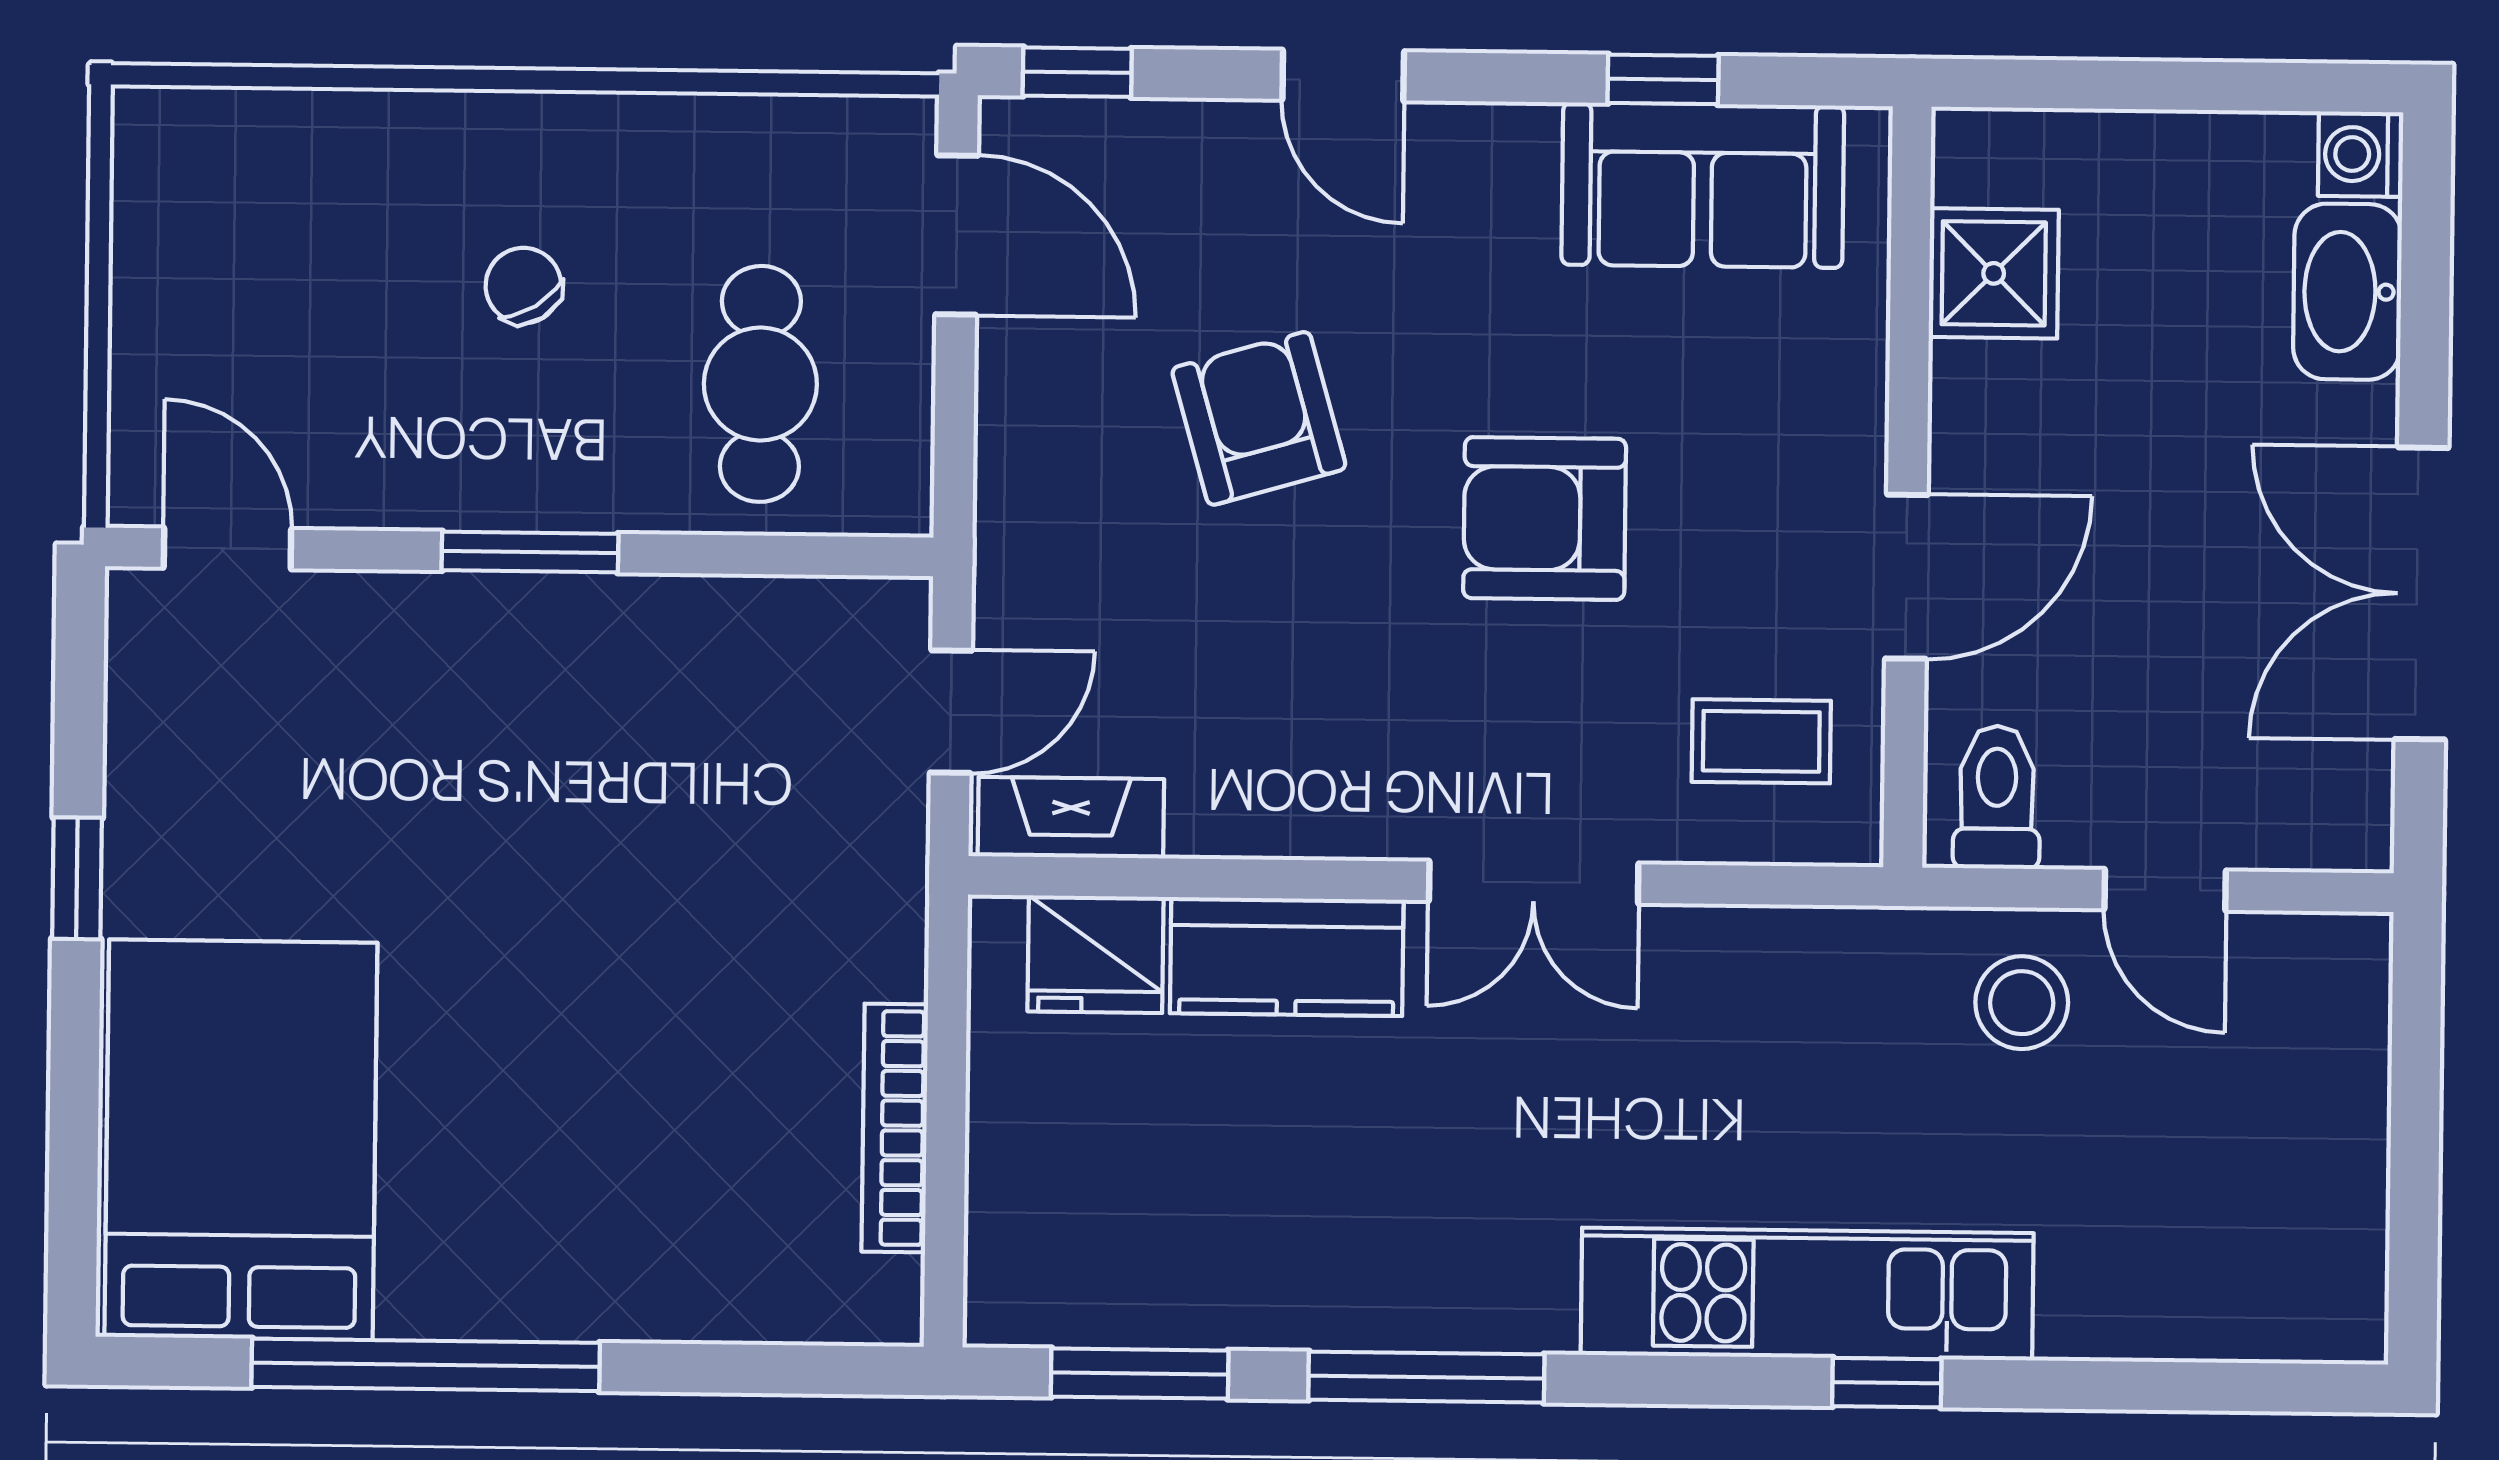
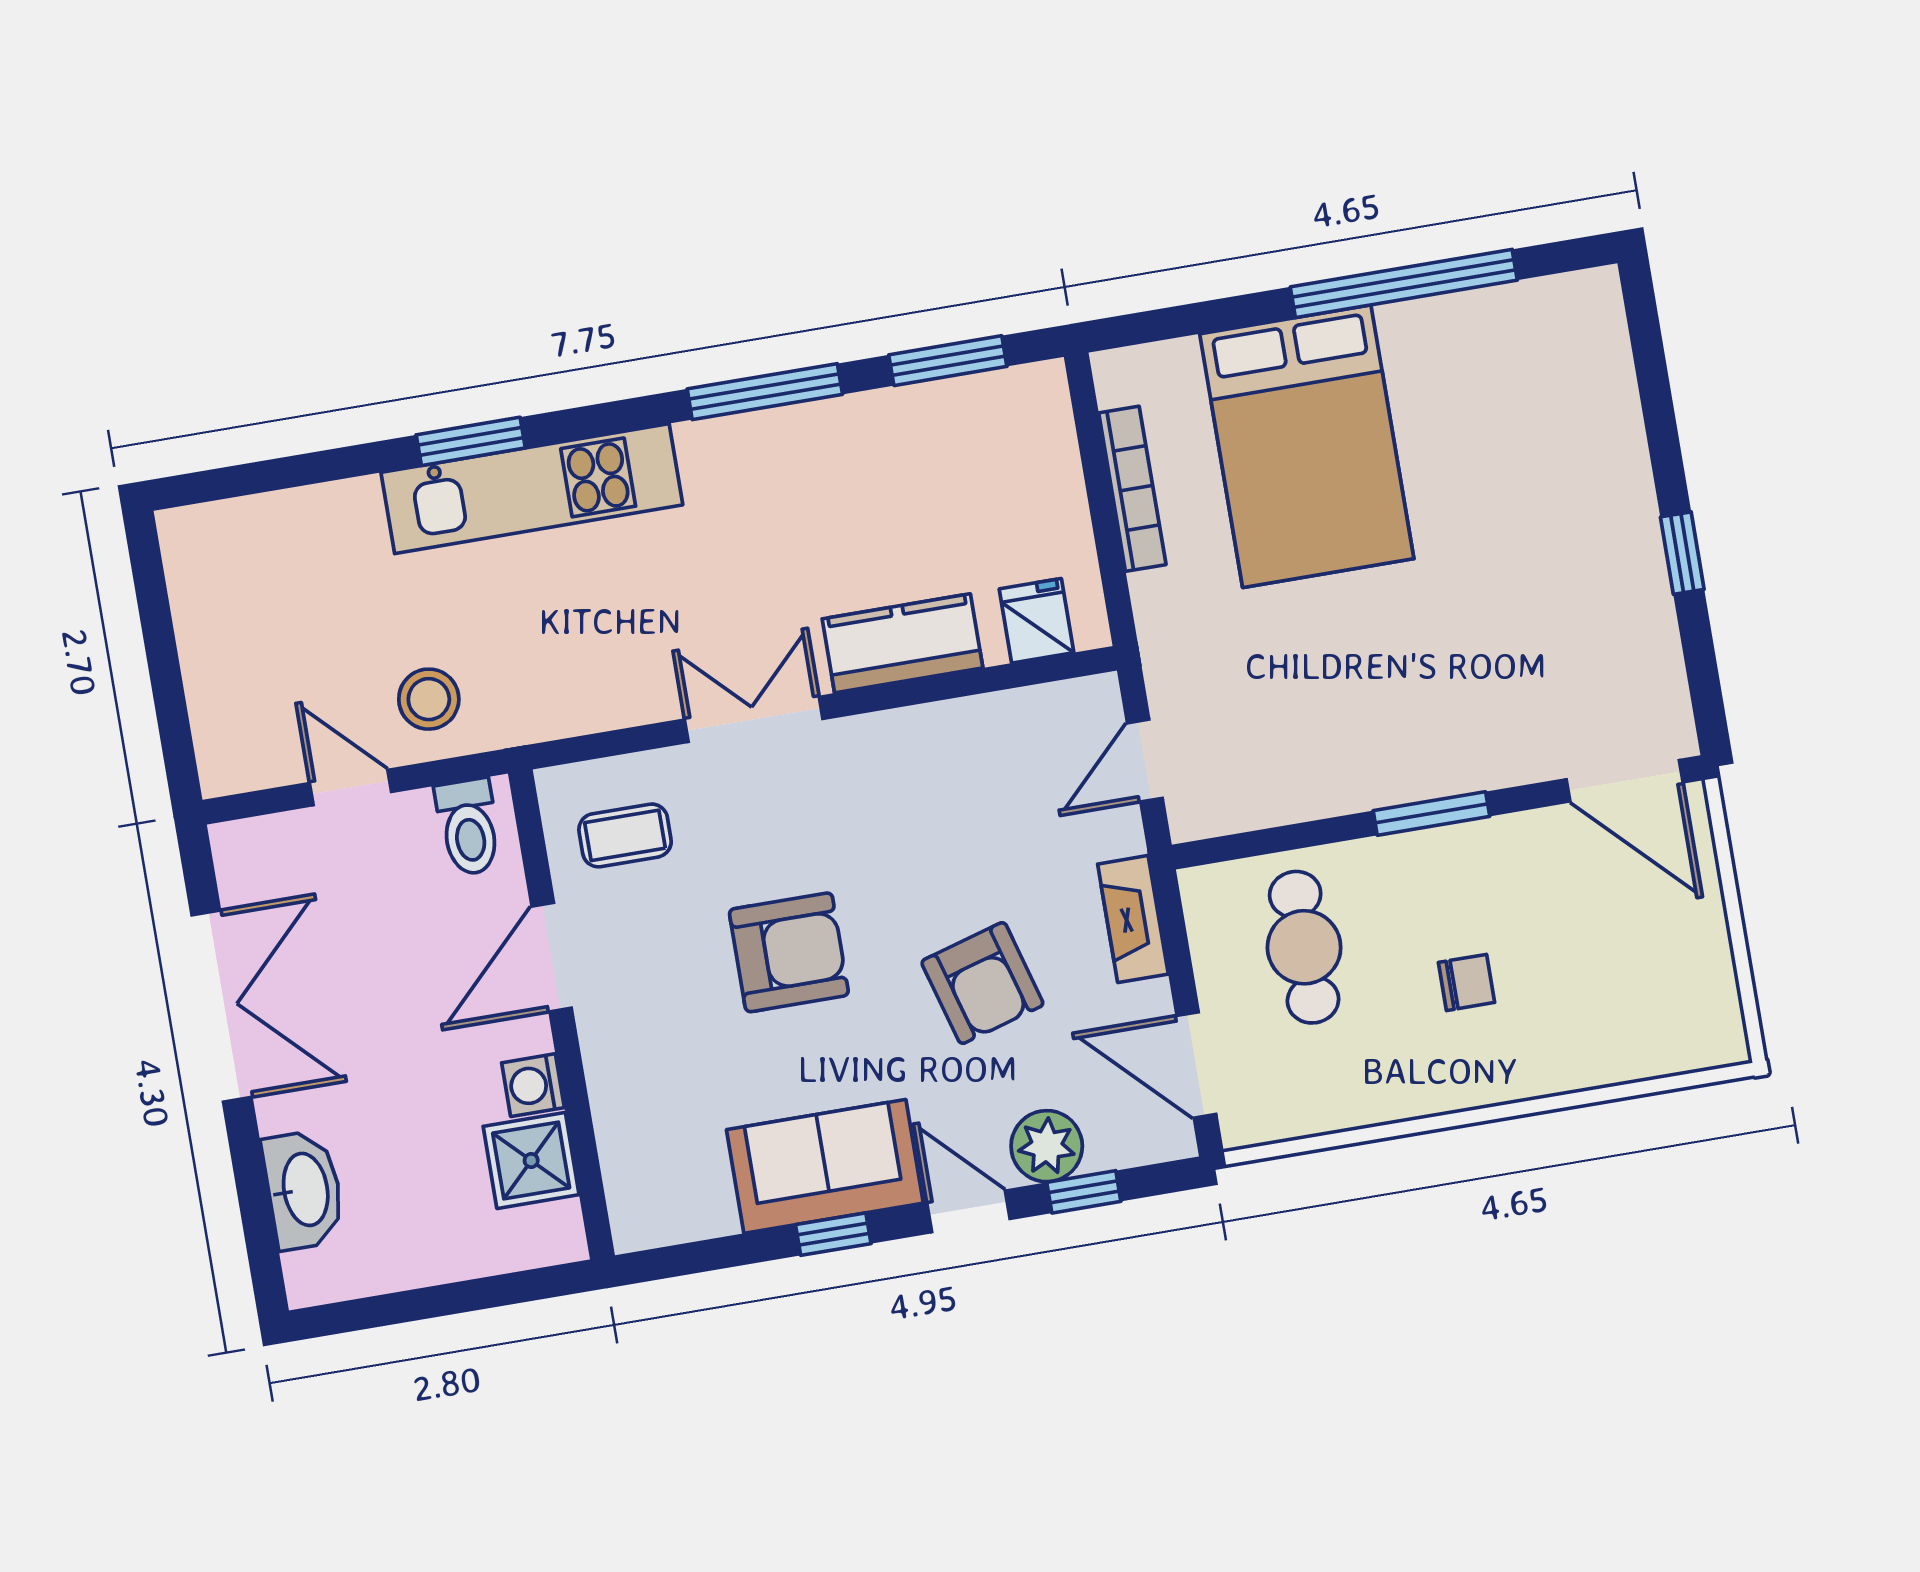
window: (1077, 72) -> (1084, 1192), moved
window: (1663, 79) -> (833, 1234), moved
plant: (1206, 153) -> (1047, 1146), added
washing machine: (2361, 154) -> (533, 1085), moved, turned 180
sofa: (1703, 185) -> (825, 1166), moved
chair: (523, 286) -> (1466, 982), turned -58
door: (227, 548) -> (1625, 781), width x1.37
fireplace: (1071, 818) -> (1133, 919), moved, turned 90
fridge: (1095, 954) -> (1037, 621), width x0.72
bed: (241, 1140) -> (1307, 446), moved
window: (1887, 1383) -> (471, 441), width x1.50

